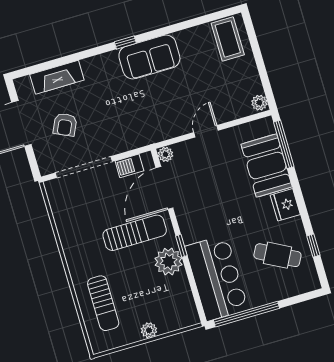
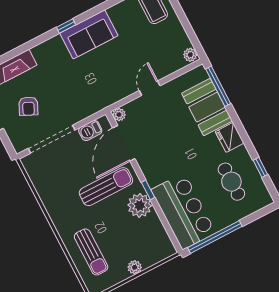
cafe table: (277, 255) -> (231, 182), turned 62

